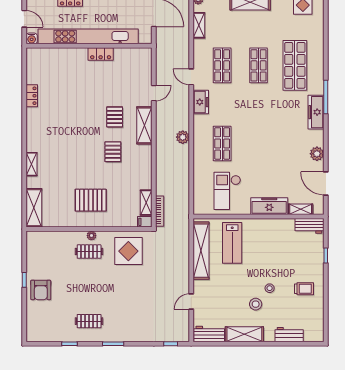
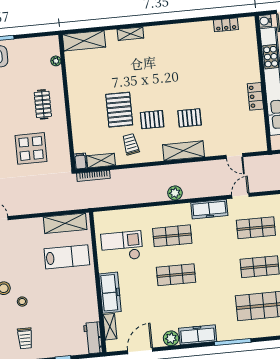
door: (154, 93) -> (234, 156), moved
locker: (32, 96) -> (226, 25), moved
freezer: (201, 102) -> (209, 209), width x1.40
freezer: (316, 112) -> (198, 335), moved
shop shelf: (259, 143) -> (176, 275), added
trolley: (134, 174) -> (131, 144), added
pallet: (91, 200) -> (119, 110), moved
plant: (91, 236) -> (56, 61), moved
lab bench: (232, 243) -> (67, 257), turned 180
display table: (128, 251) -> (31, 148), moved
shelving: (201, 251) -> (65, 223), width x0.68

